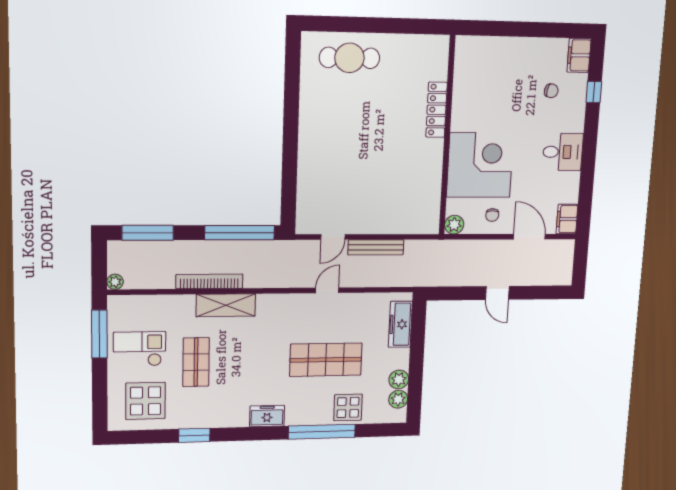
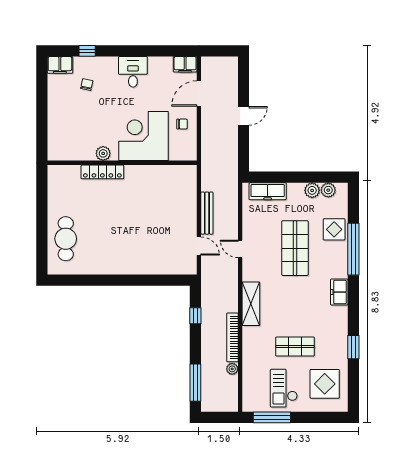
plant: (454, 225) -> (103, 153), moved
window: (240, 233) -> (195, 316), width x0.32
plant: (115, 282) -> (232, 369), moved
shelving: (226, 305) -> (251, 304), moved

